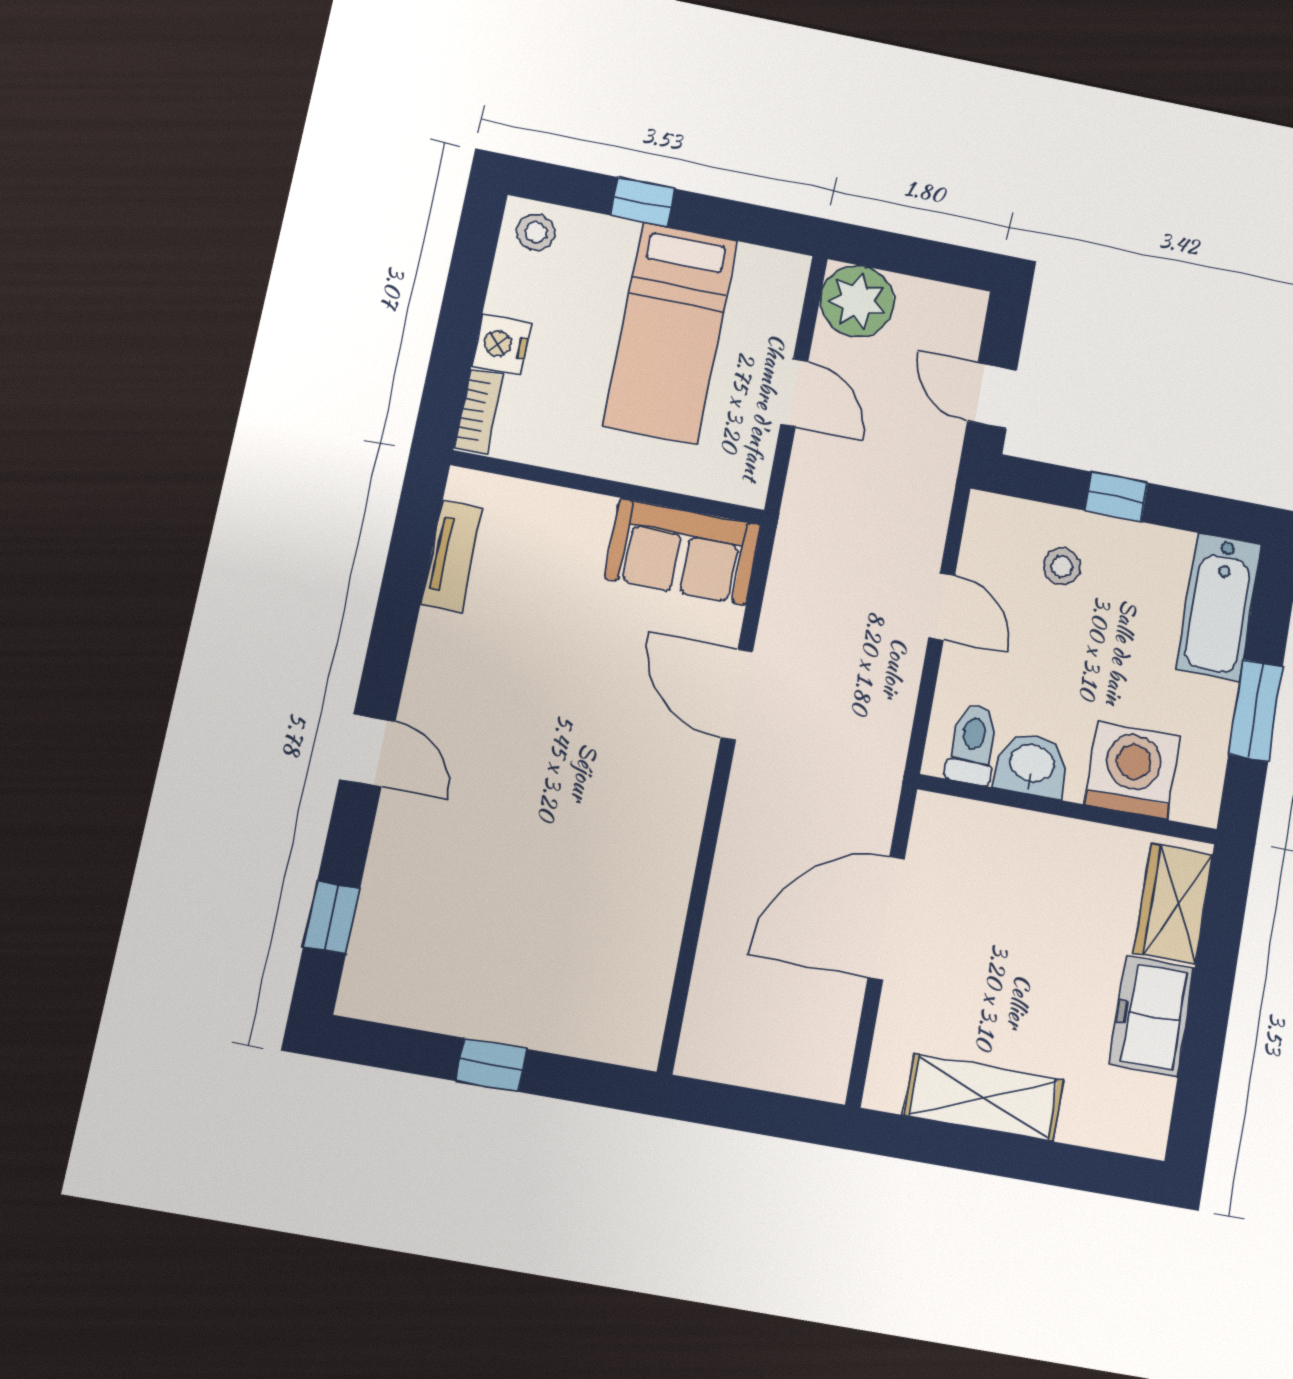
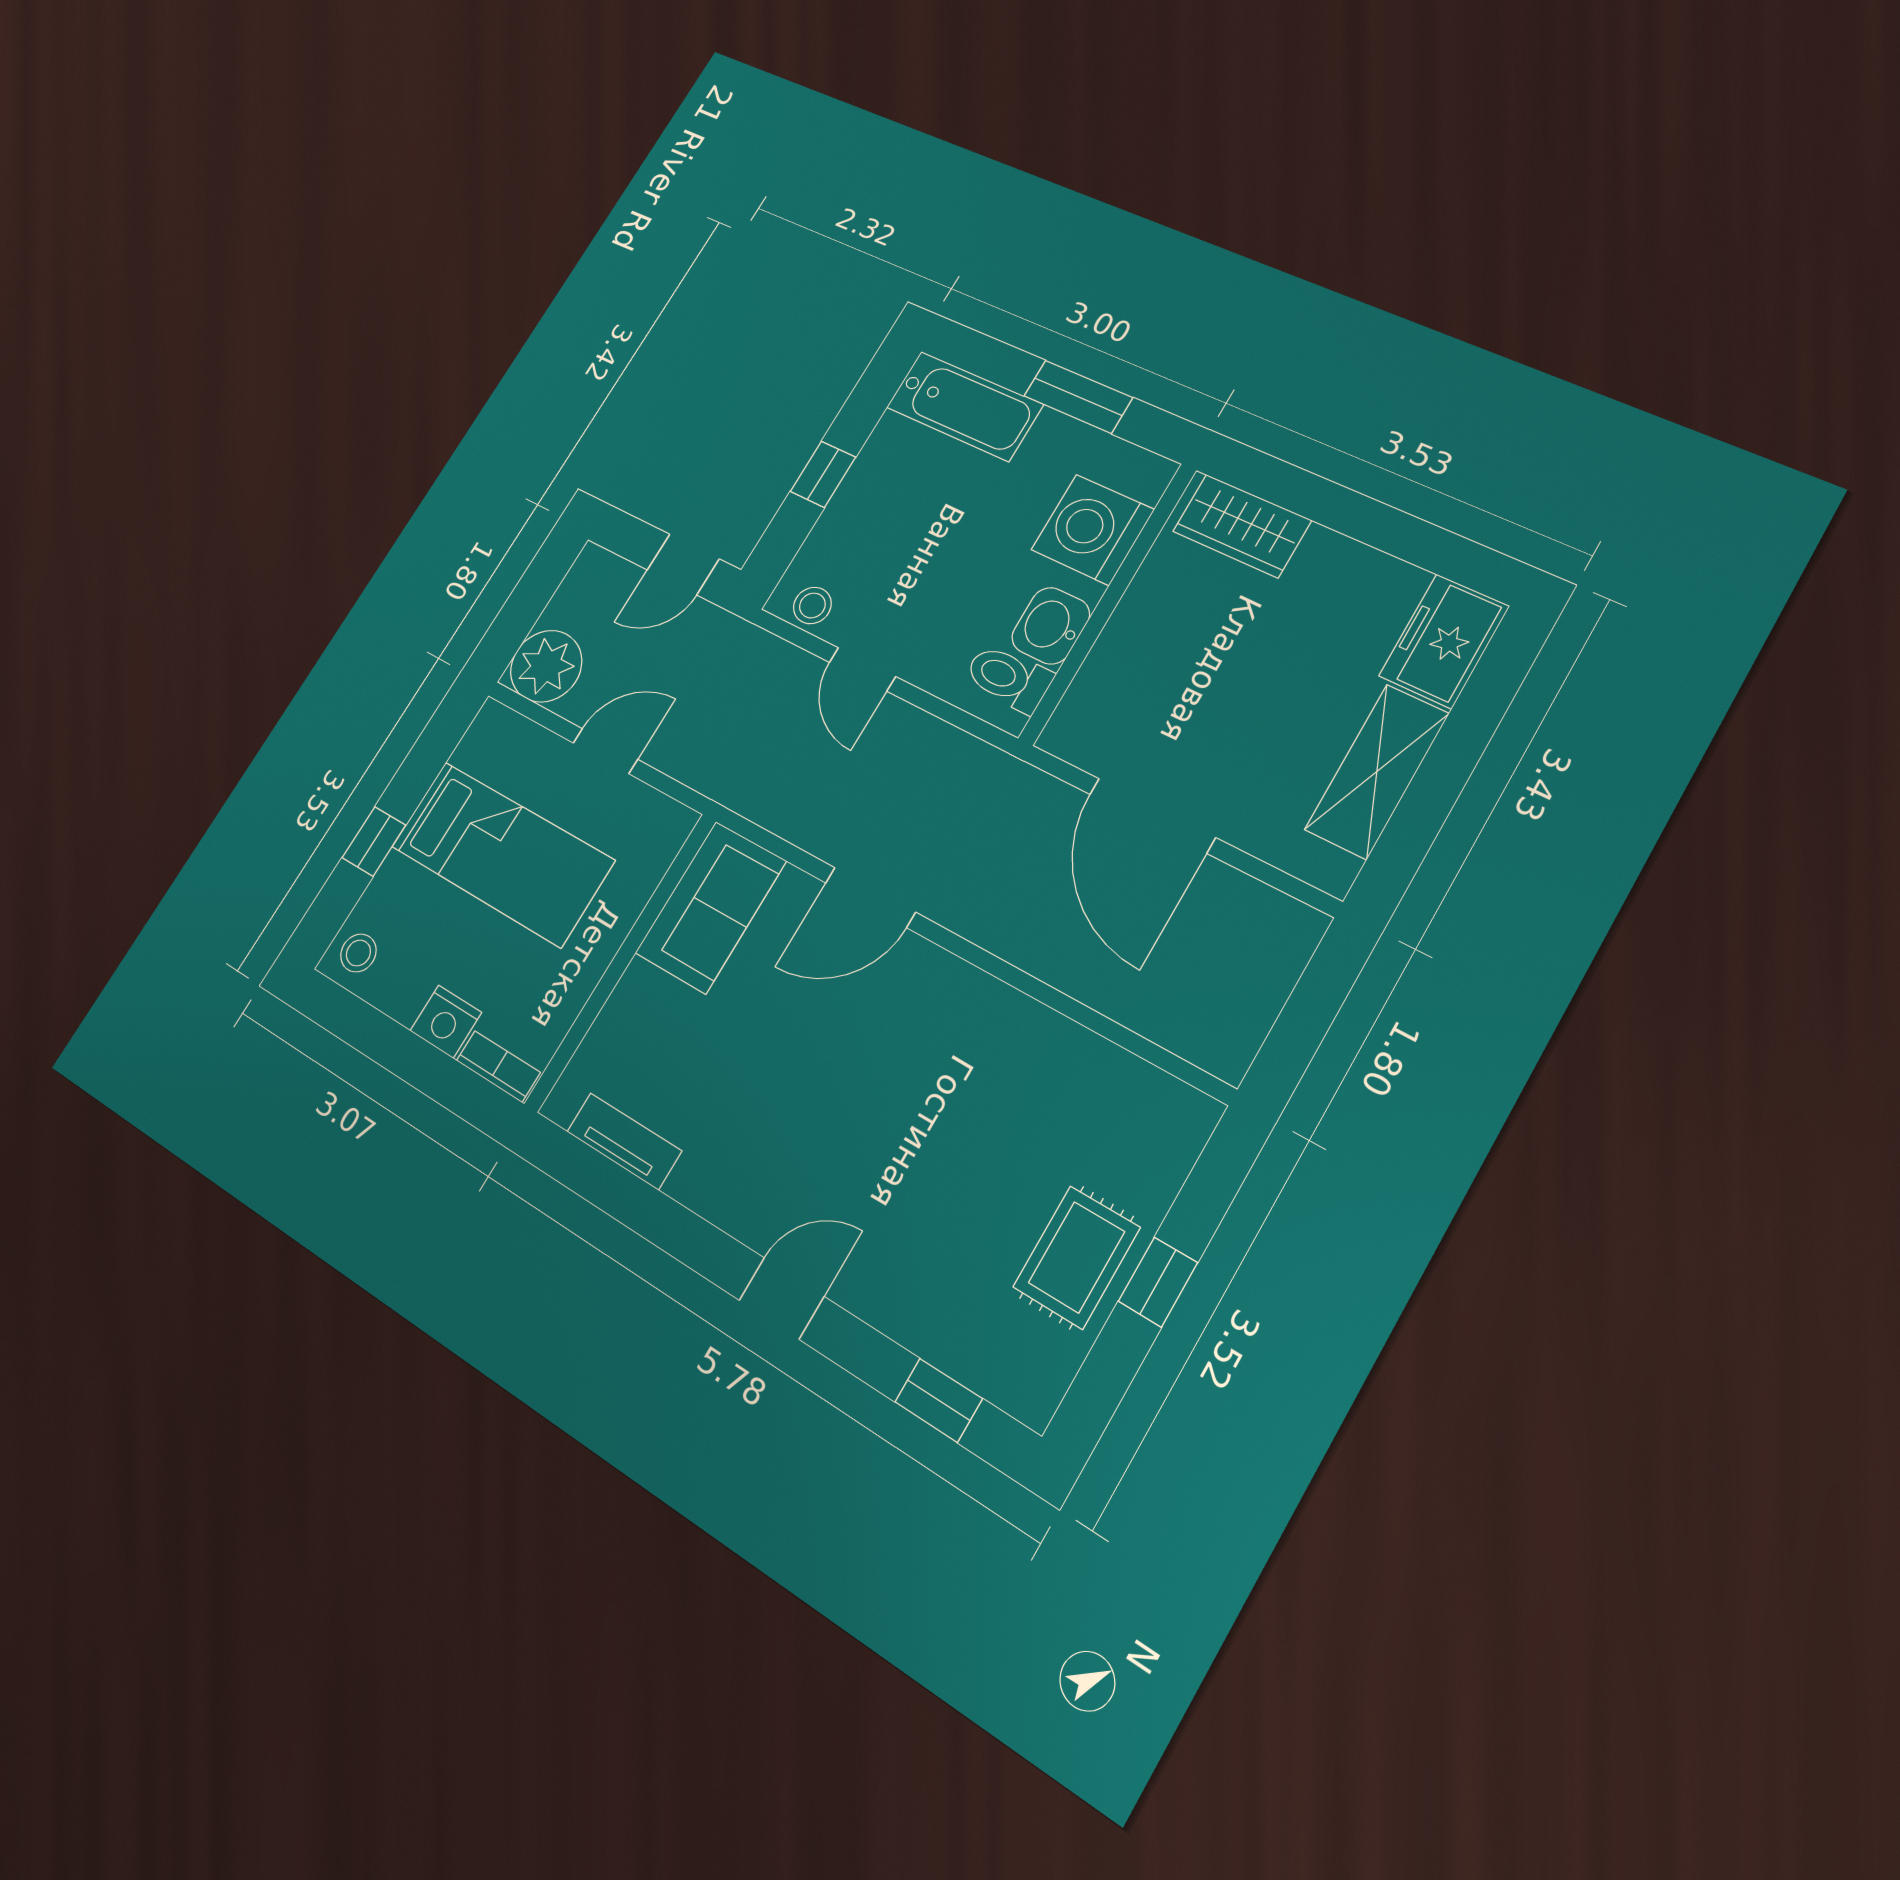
stool: (1062, 566) -> (812, 605), moved
door: (942, 607) -> (862, 669), swing flipped
rug: (488, 990) -> (1077, 1257), added
freezer: (1152, 1016) -> (1444, 641), moved, turned 90

